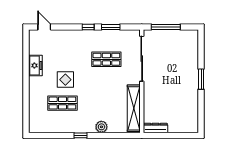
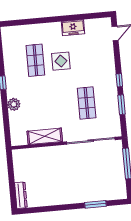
window: (201, 79) -> (95, 204), moved
shelving: (134, 108) -> (45, 136), width x0.68
dresser: (156, 128) -> (21, 195), moved

